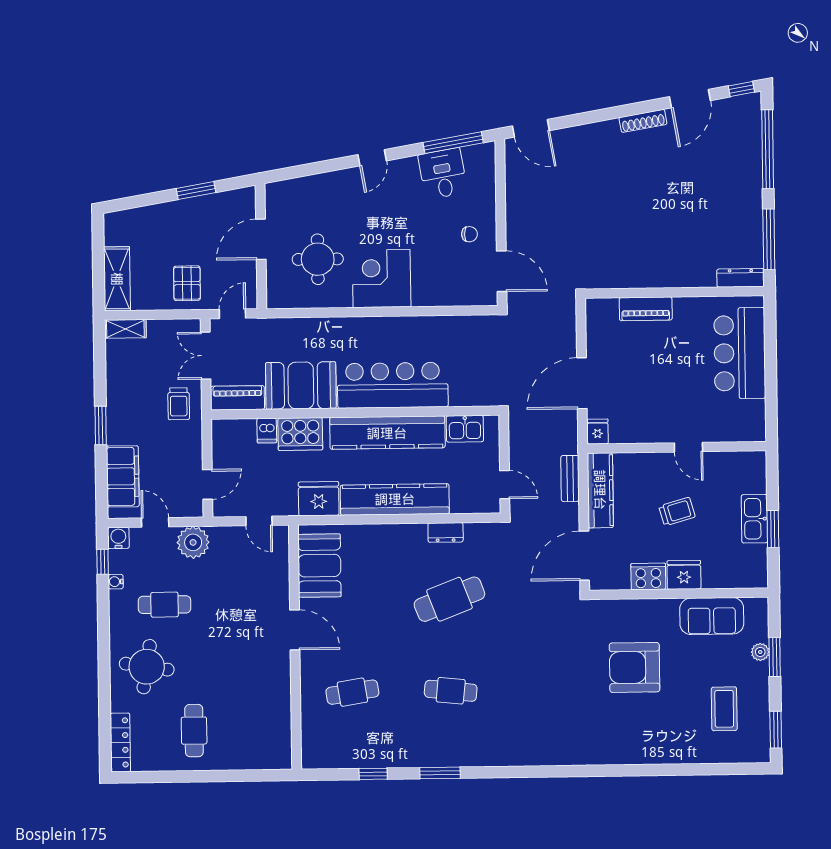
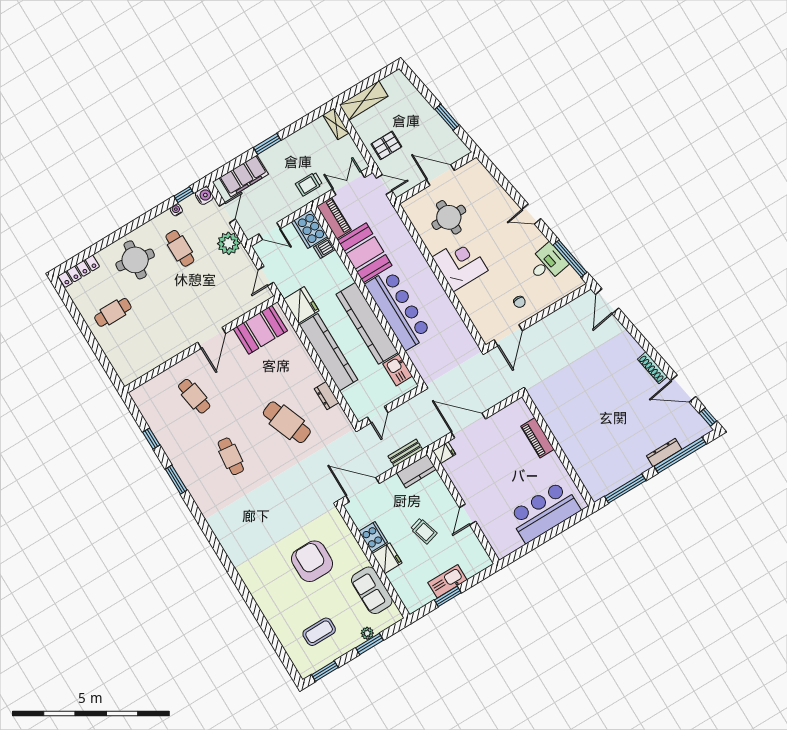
dresser: (740, 278) -> (664, 453), moved, turned -90
cooker: (300, 434) -> (310, 229), moved
kitchen counter: (600, 490) -> (417, 471), width x0.67

